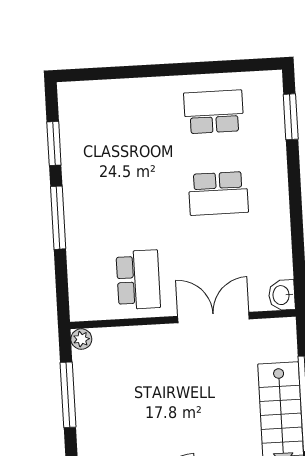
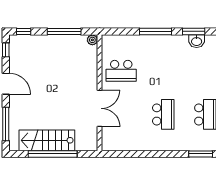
school desk: (218, 193) -> (163, 114), turned 180
washbasin: (282, 295) -> (197, 41), moved, turned 180

